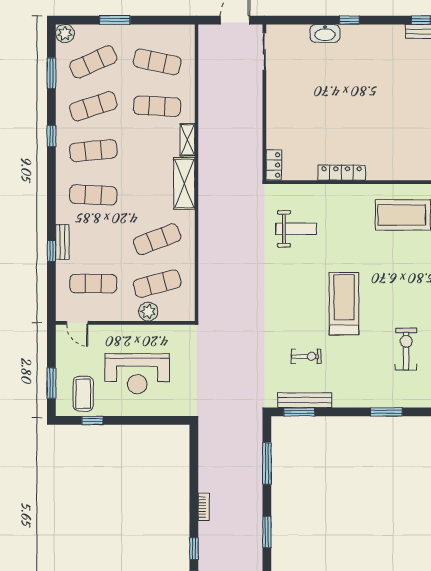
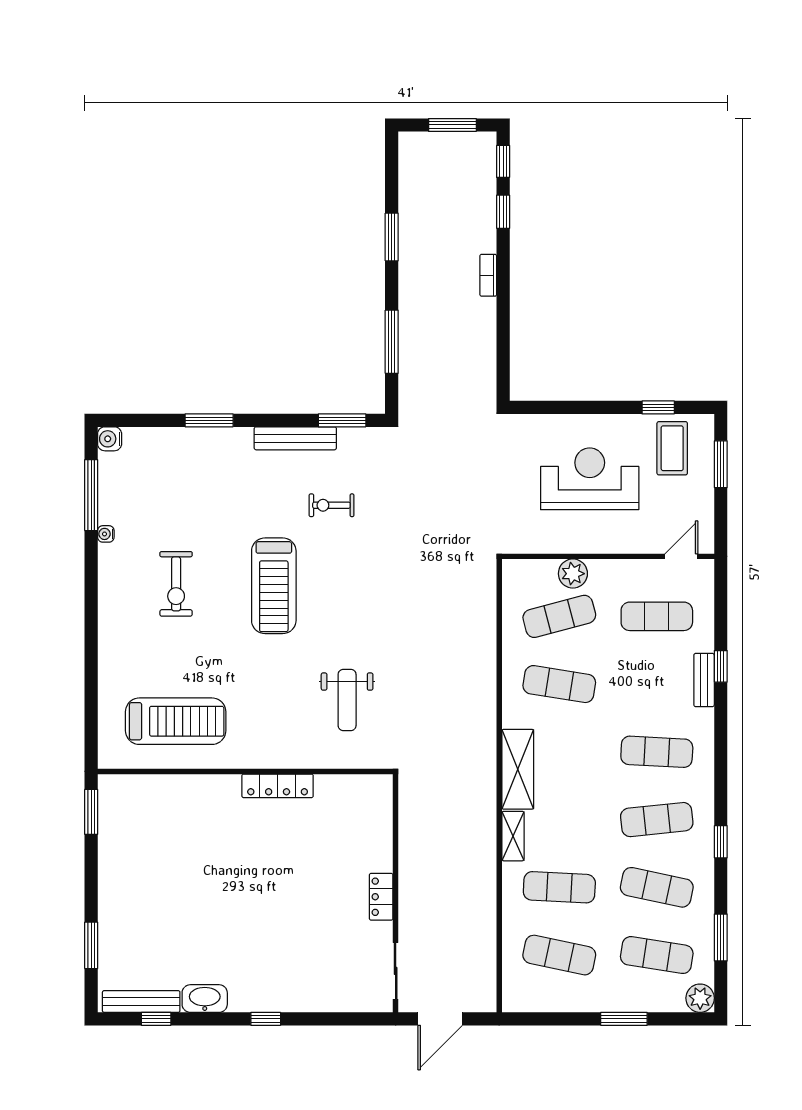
washbasin: (325, 33) -> (205, 999), moved
exercise mat: (93, 62) -> (657, 955), turned 33
exercise mat: (93, 106) -> (657, 887), turned 30
locker: (274, 165) -> (381, 897), moved
weight bench: (296, 229) -> (347, 700), turned -90
exercise mat: (157, 239) -> (559, 684), turned 30
door: (77, 323) -> (681, 556), hinge flipped
exercise bike: (406, 349) -> (176, 584), moved
bench: (305, 400) -> (295, 438), moved

